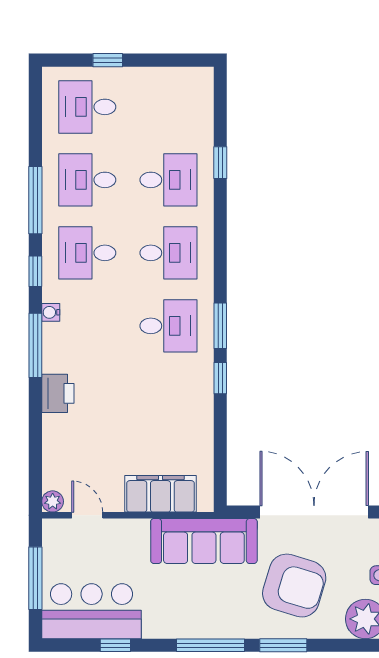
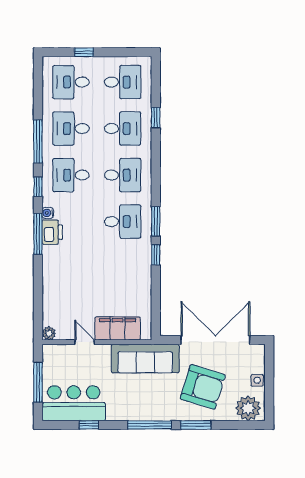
desk: (168, 107) -> (123, 82), added
printer: (58, 393) -> (52, 232), moved
door: (87, 515) -> (85, 342), moved

